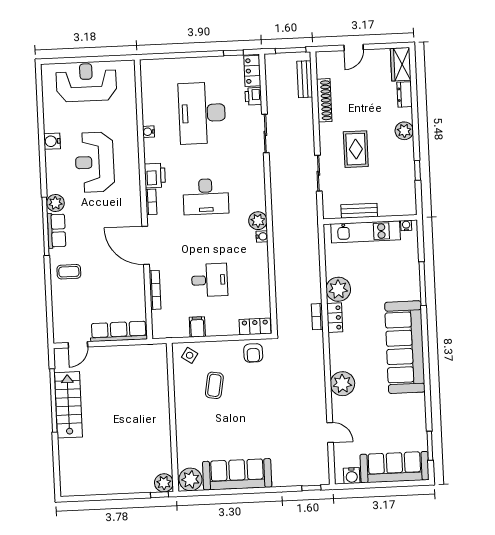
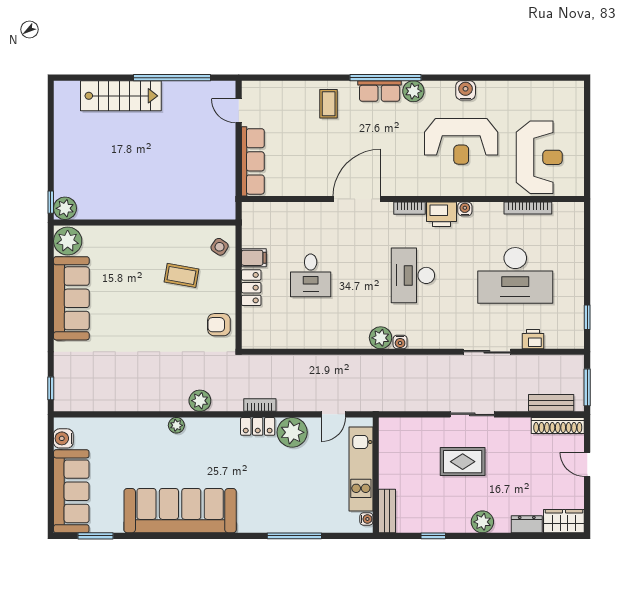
locker: (252, 71) -> (564, 339), removed
reception desk: (86, 82) -> (539, 157), moved
shoe rack: (324, 100) -> (558, 426), moved
desk: (202, 113) -> (515, 275), turned 180
water cooler: (148, 132) -> (465, 209), moved
water cooler: (52, 141) -> (466, 90), moved
reception desk: (95, 162) -> (461, 141), turned 180
sliding door: (318, 173) -> (472, 414), moved
bench: (359, 211) -> (387, 511), moved
water cooler: (262, 236) -> (400, 342), moved
bookcase: (155, 290) -> (528, 208), moved
locker: (255, 326) -> (251, 288), moved
sofa: (405, 347) -> (180, 511), moved
plant: (316, 366) -> (200, 401), added
plant: (342, 384) -> (176, 425), width x0.53, depth x0.53
stairs: (68, 405) -> (121, 96), moved
door: (330, 433) -> (333, 414), moved

